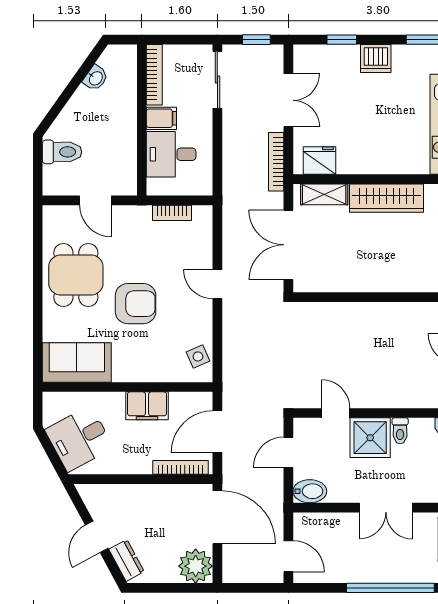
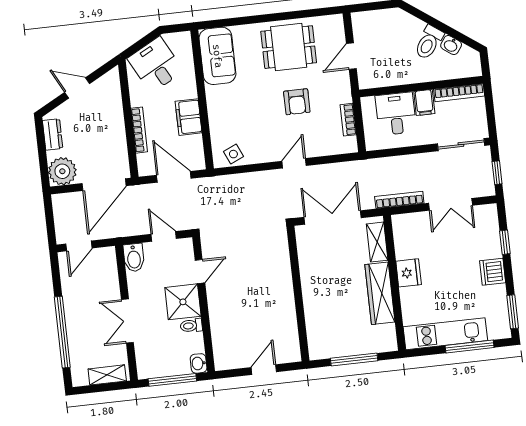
toilet: (62, 152) -> (429, 42), moved, turned 35
fridge: (320, 160) -> (409, 273), moved
armchair: (136, 304) -> (297, 102), moved, width x0.72, depth x0.72
bookcase: (180, 467) -> (139, 130), moved
dresser: (127, 560) -> (53, 134), moved, turned -62

